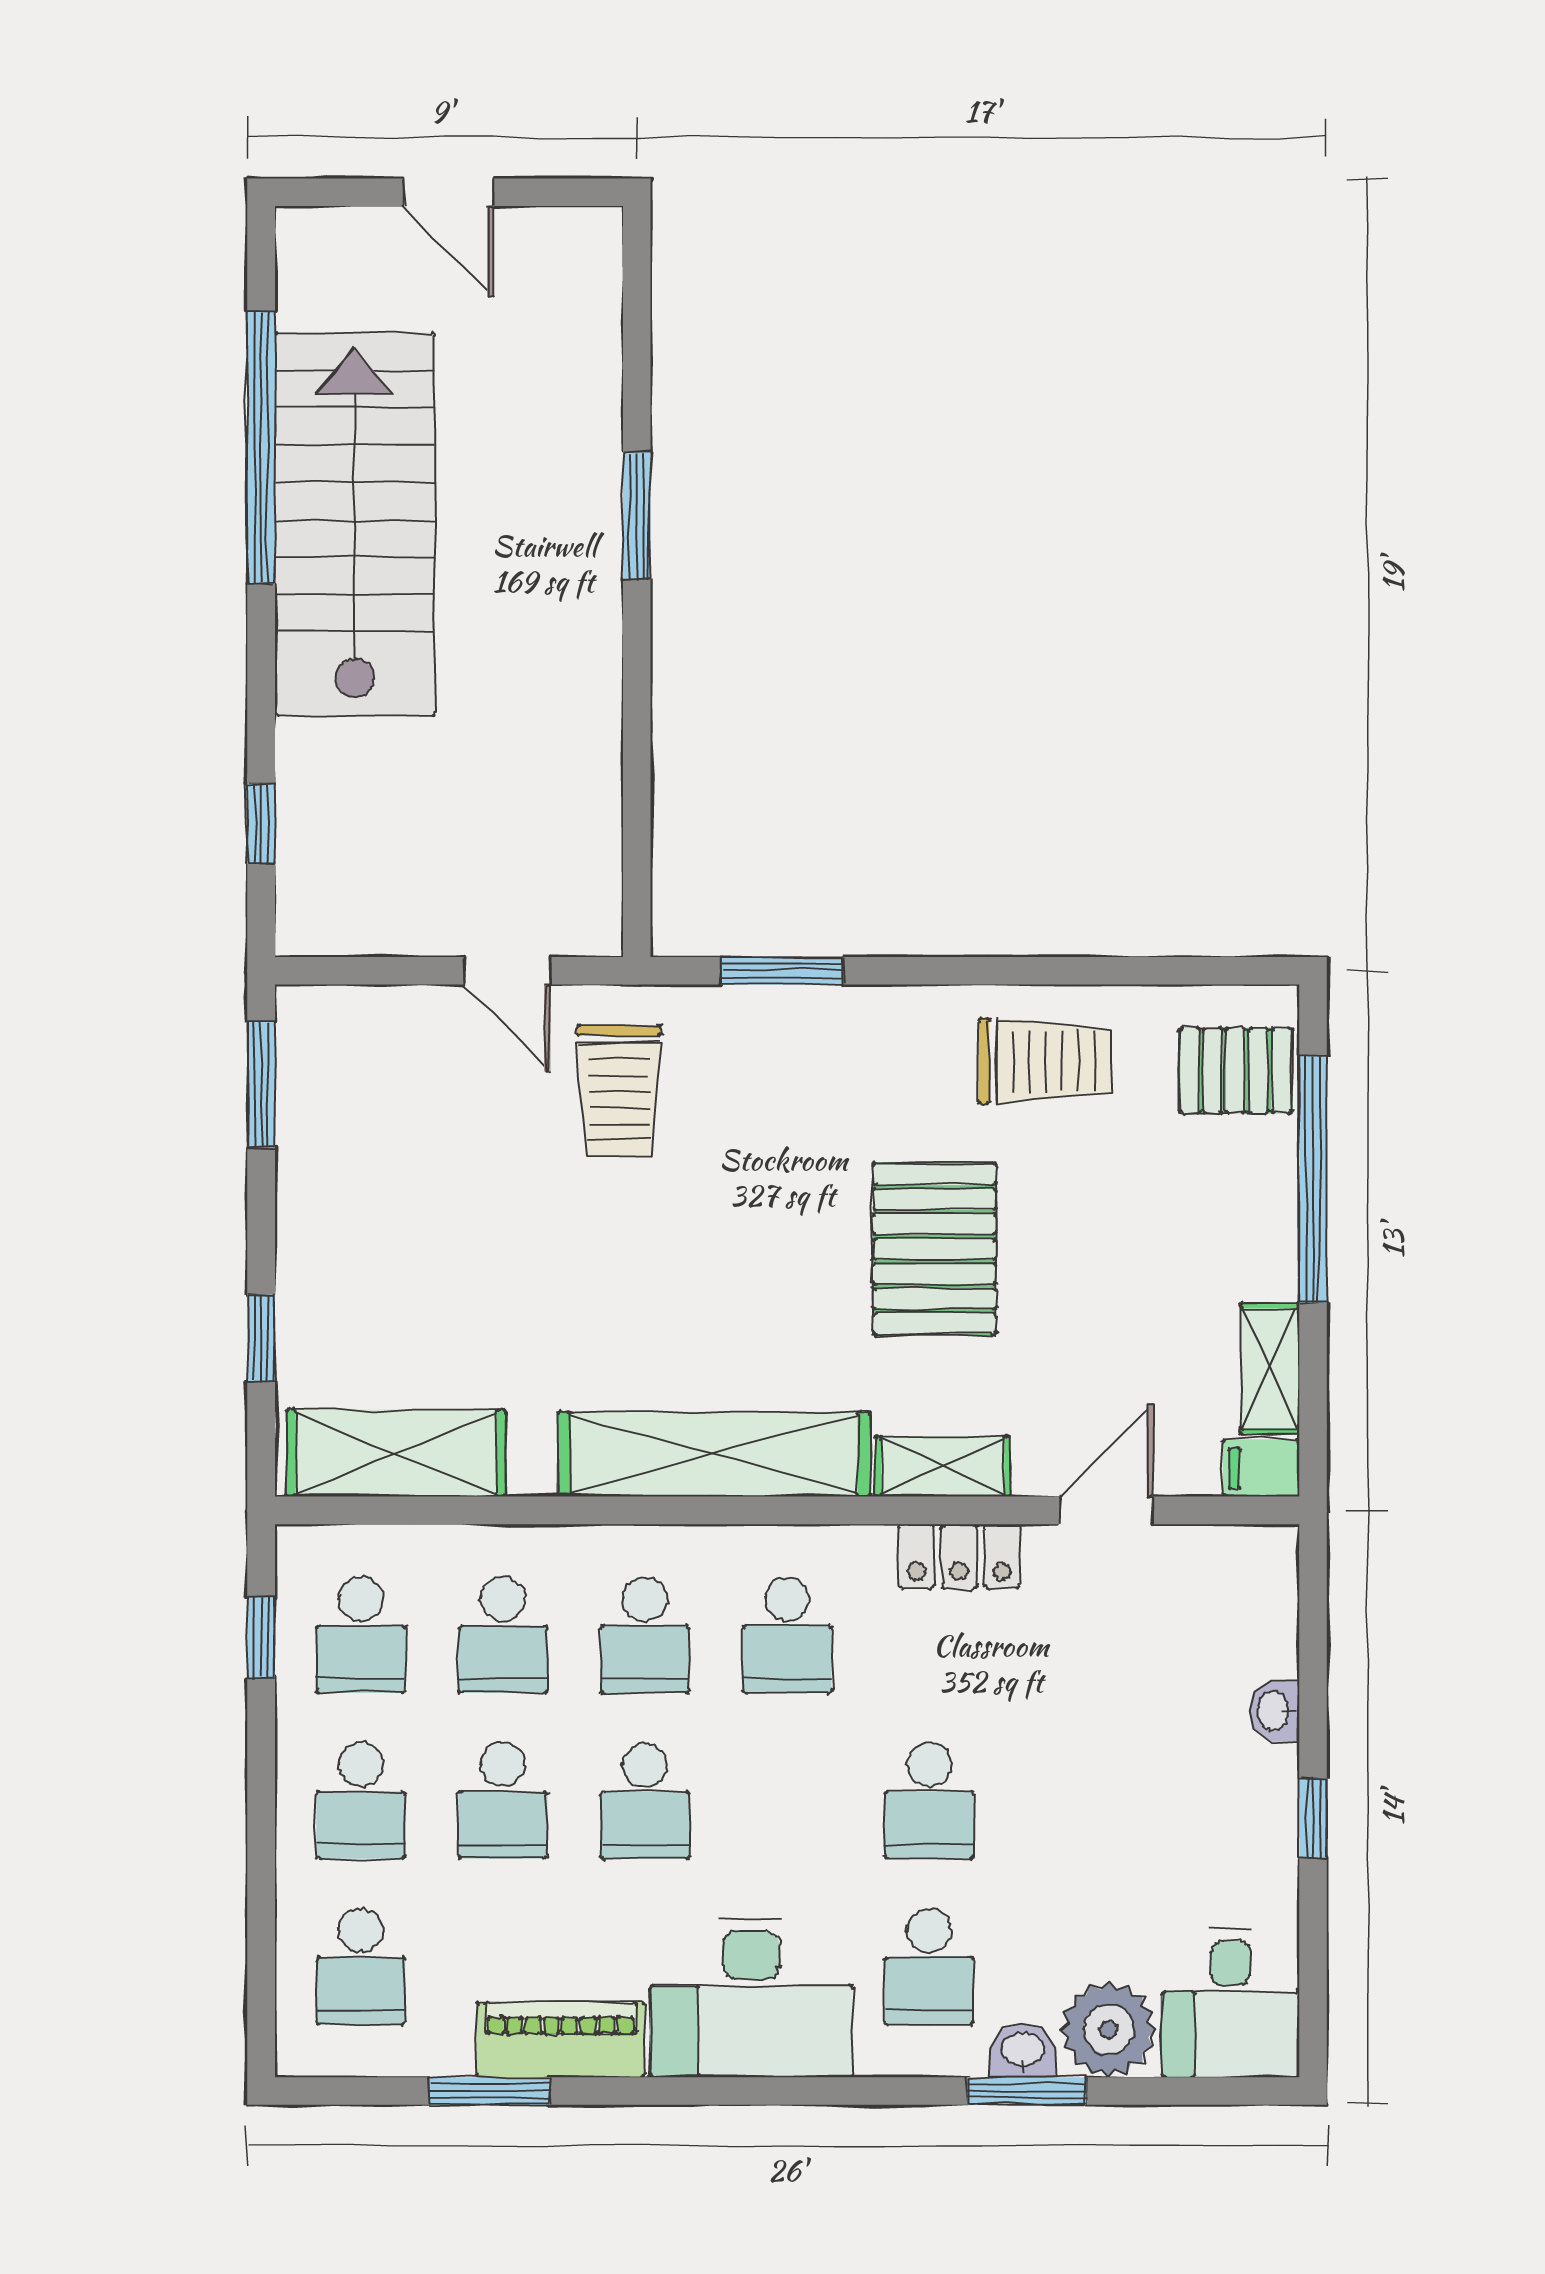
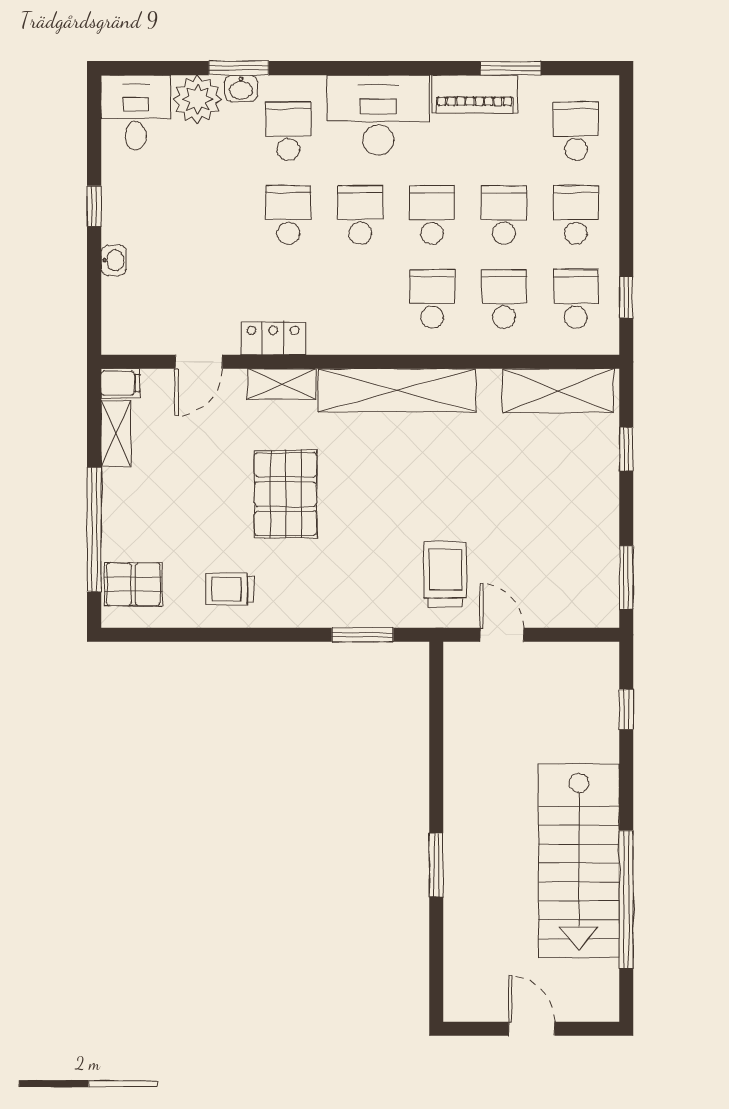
trolley: (1045, 1061) -> (230, 589), width x0.73, depth x0.72
school desk: (787, 1635) -> (360, 215), moved

